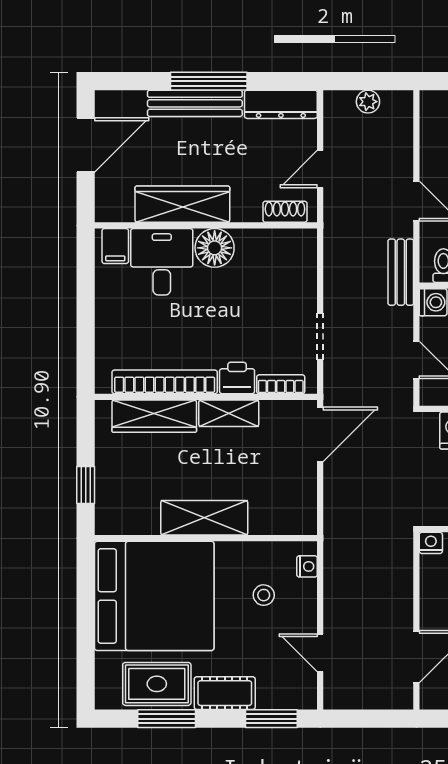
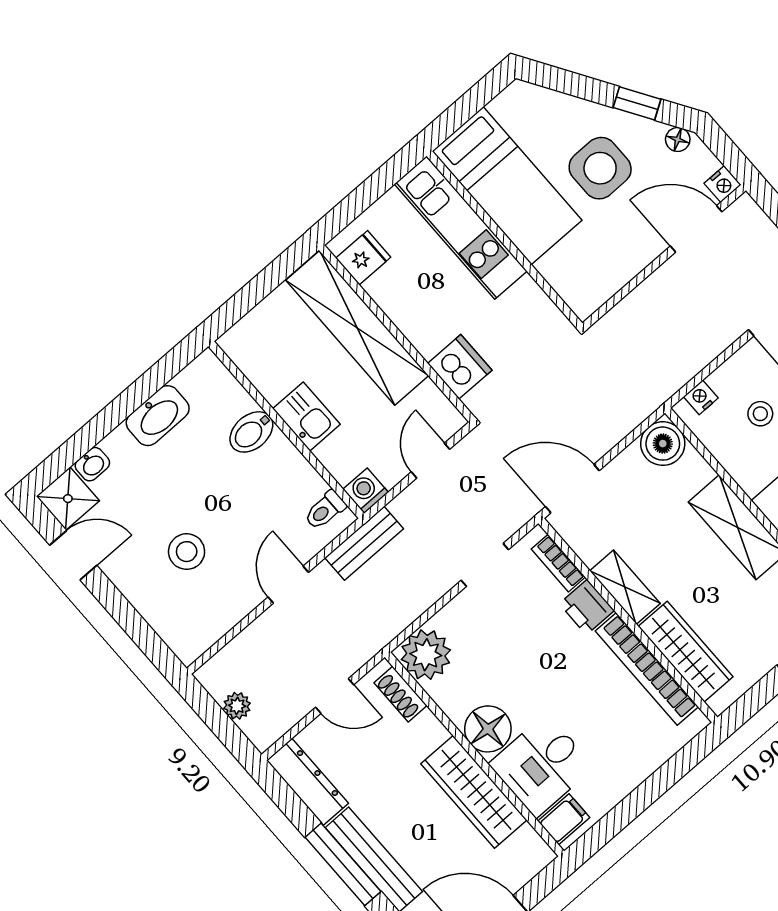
plant: (296, 250) -> (426, 655), added
boiler: (299, 517) -> (663, 444), added
nightstand: (431, 543) -> (723, 184), moved, turned -90

